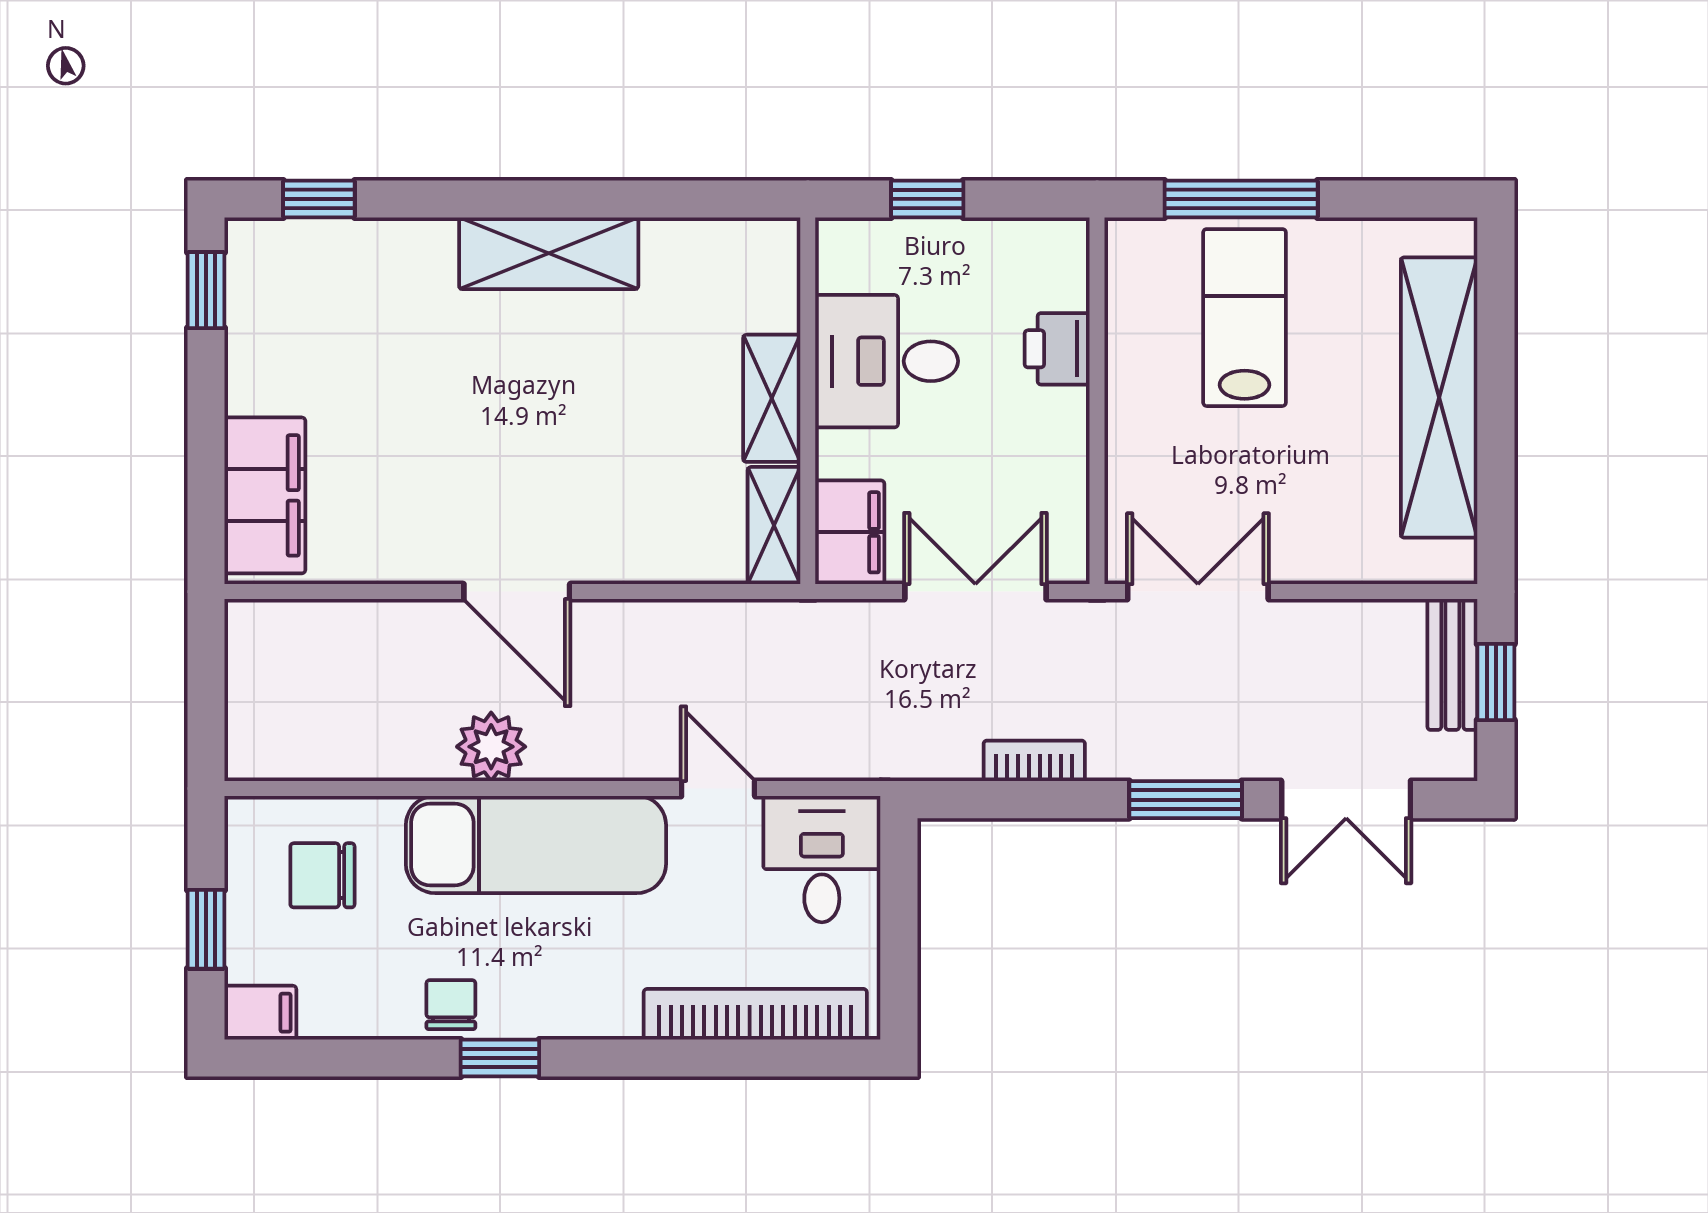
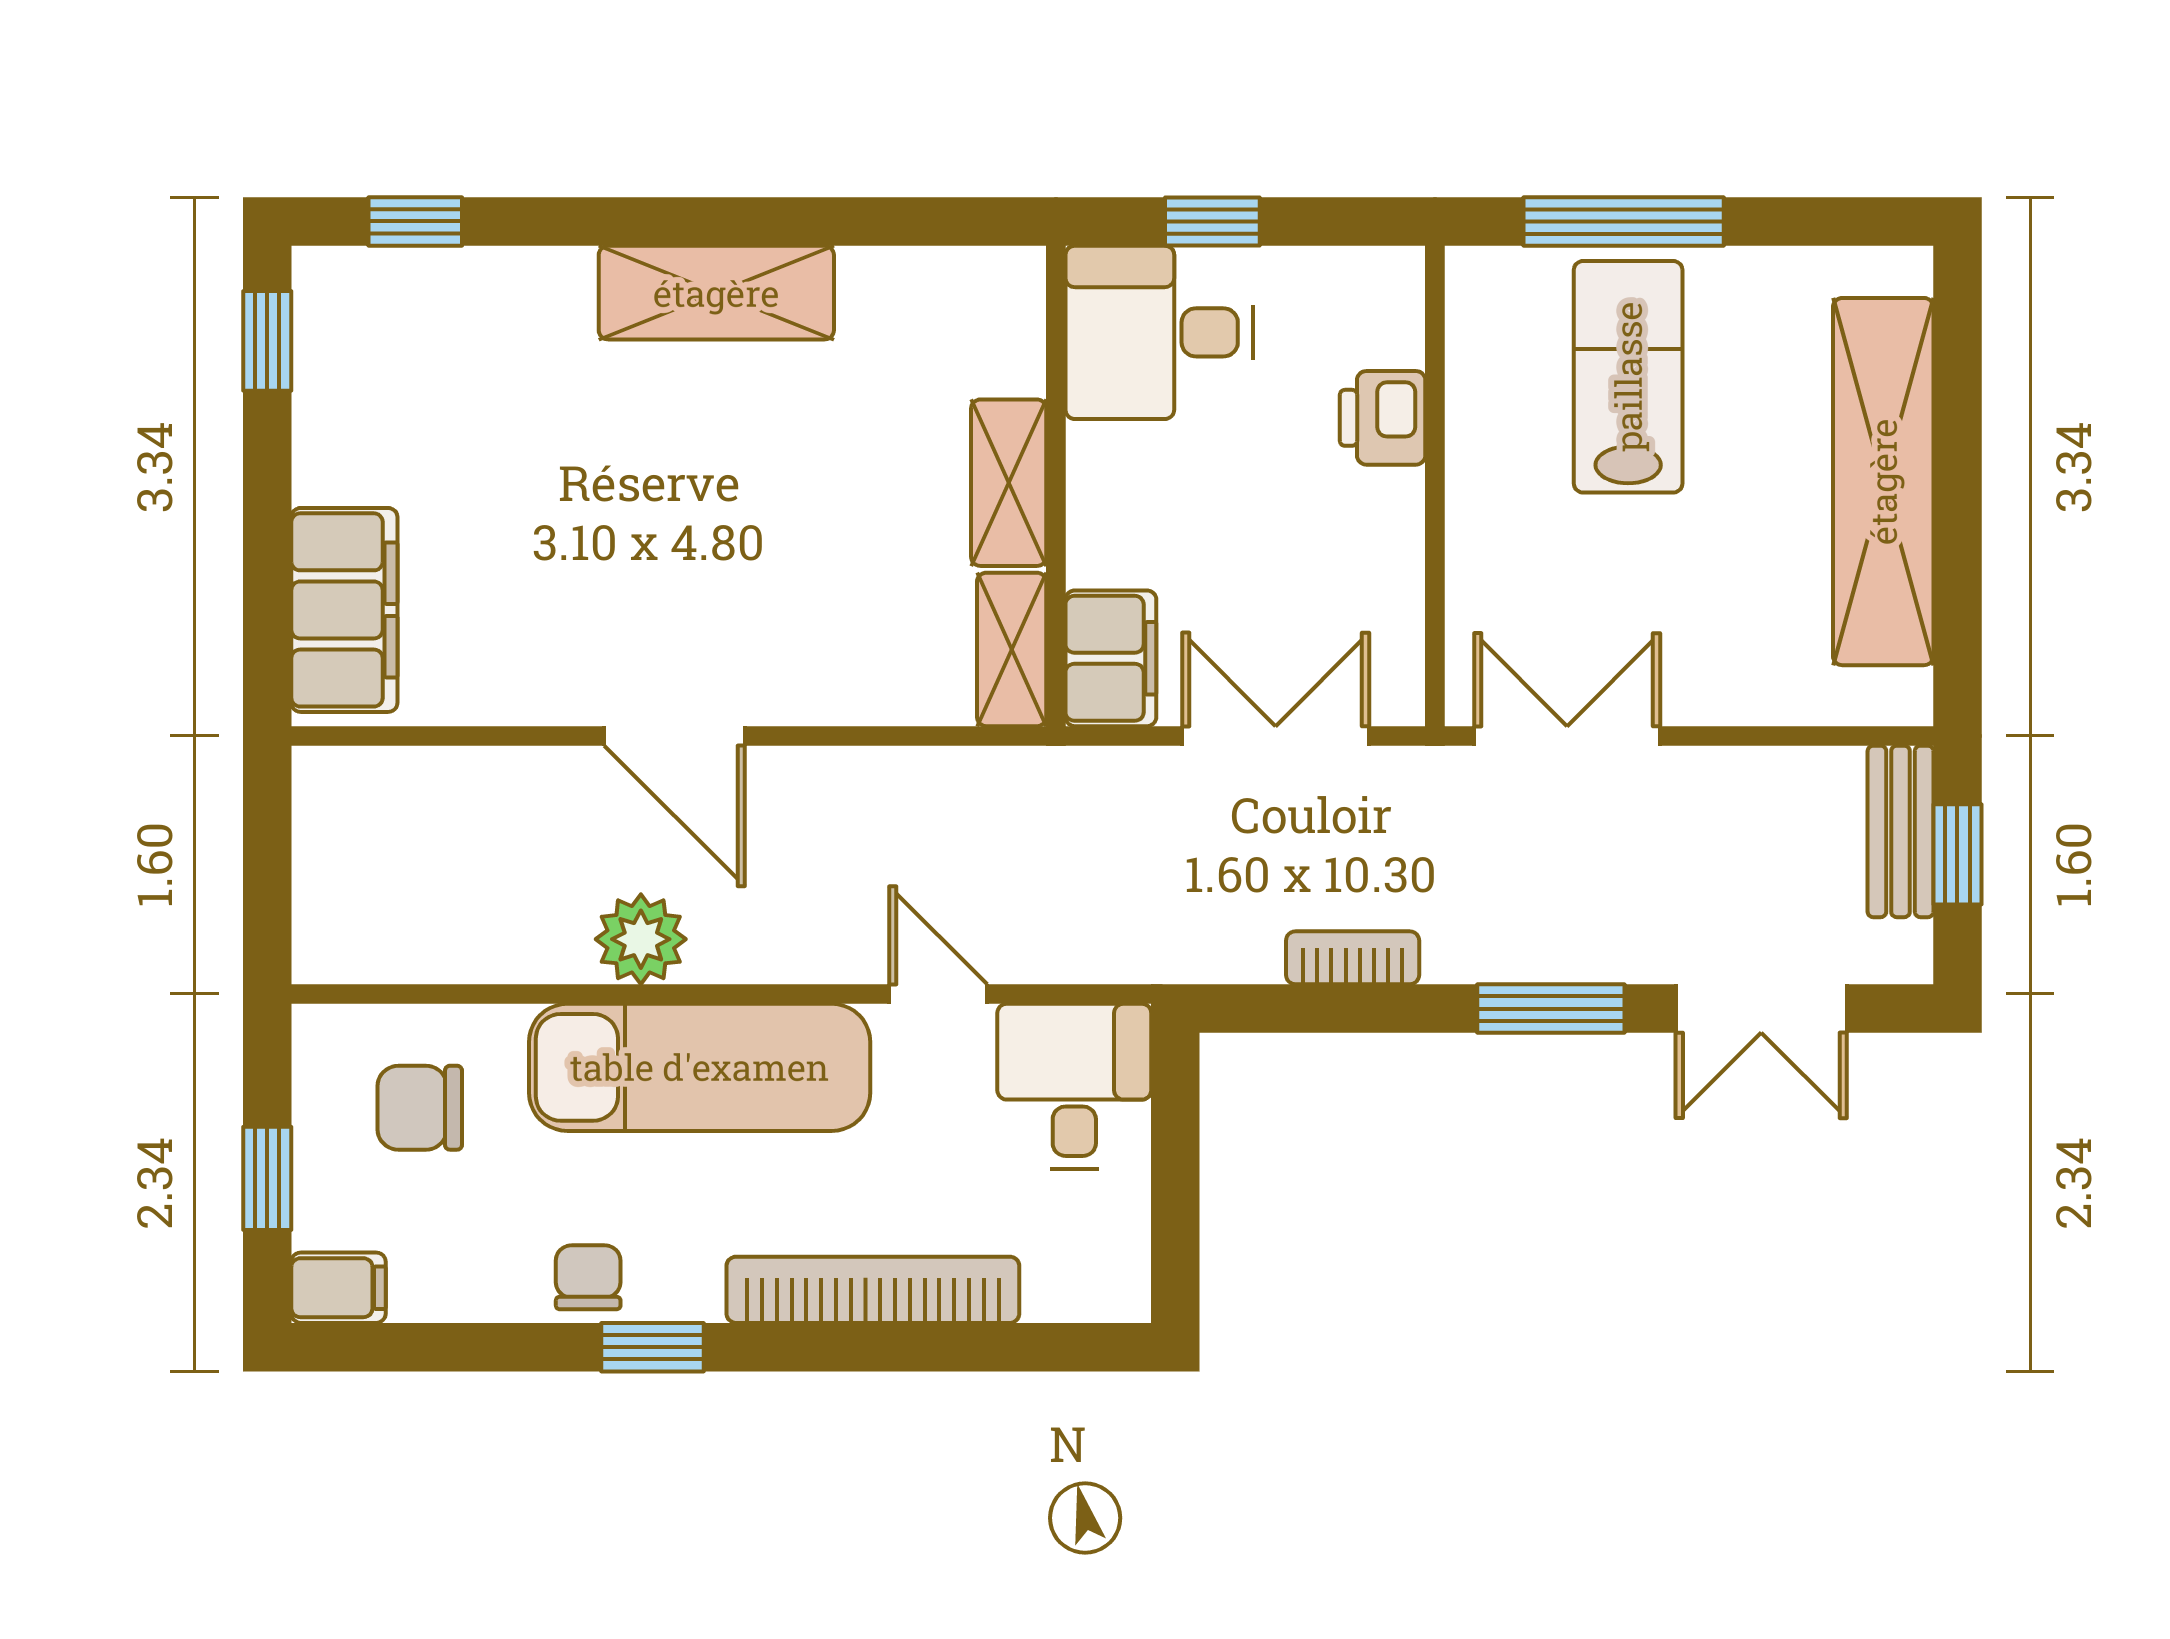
desk: (887, 361) -> (1159, 332), moved
bookcase: (755, 1014) -> (873, 1290), moved

